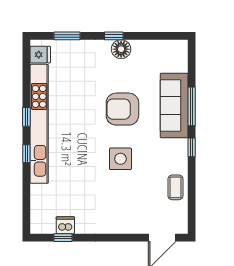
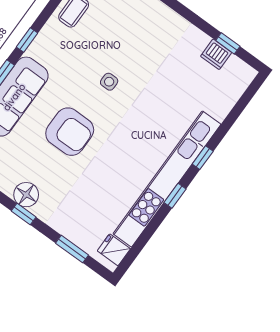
side table: (120, 159) -> (109, 82), width x0.54, depth x0.54

